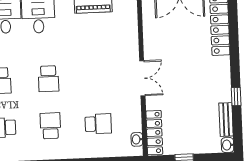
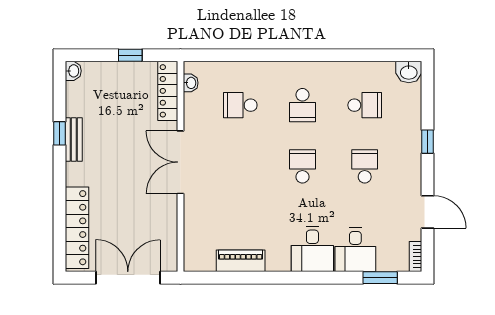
double door: (142, 78) -> (180, 162), width x1.37
bench: (226, 120) -> (74, 139), moved

